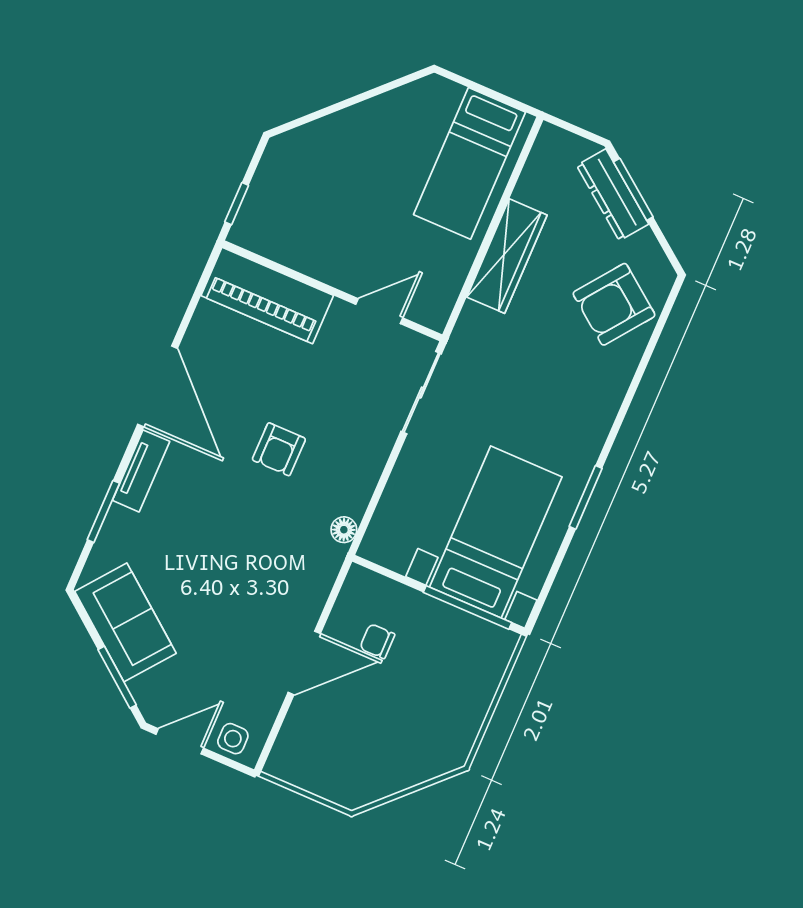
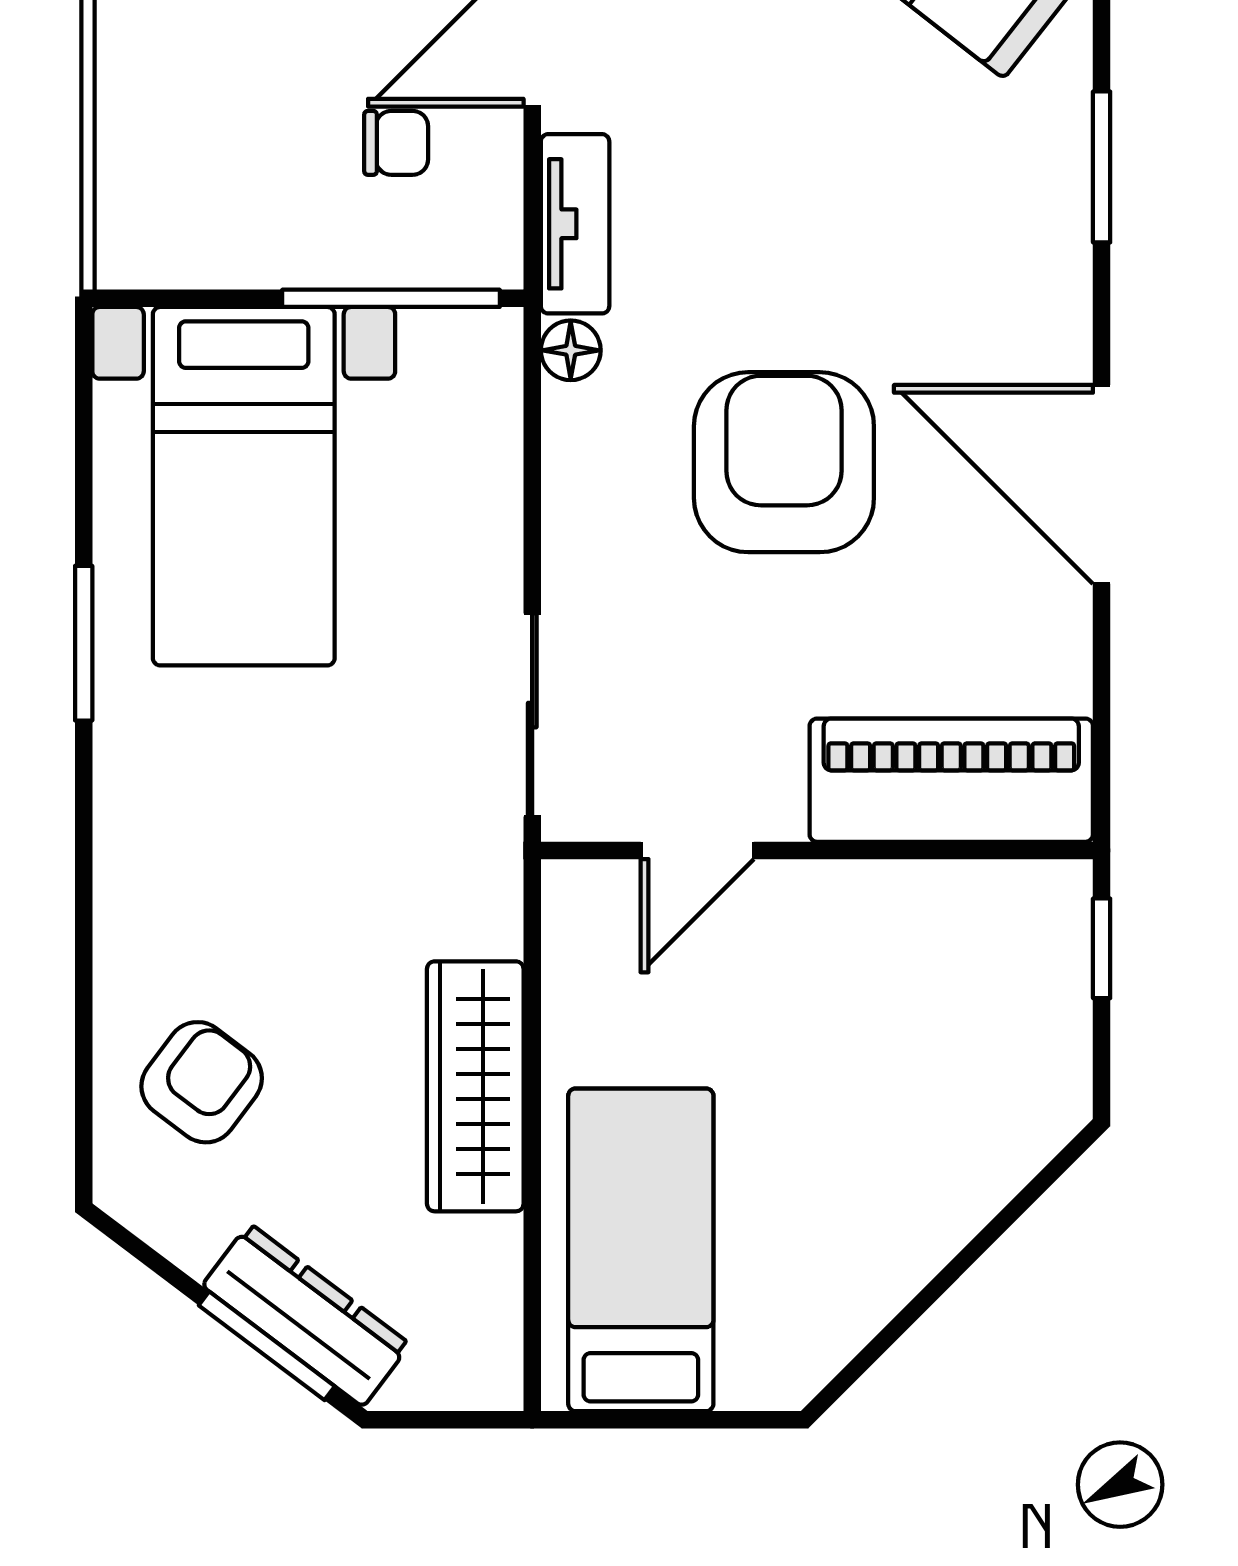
armchair: (614, 304) -> (202, 1082), width x0.72, depth x0.72
armchair: (279, 449) -> (784, 462), width x1.88, depth x1.88
tv unit: (141, 471) -> (575, 224), moved, turned 180
window: (467, 608) -> (391, 298), moved

